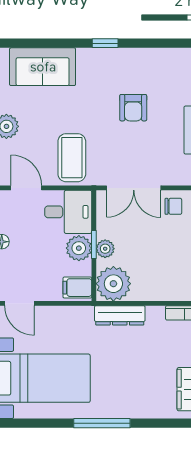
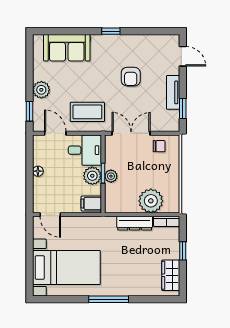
coffee table: (72, 158) -> (87, 112), turned 90
double door: (134, 188) -> (131, 133), swing flipped
plant: (113, 284) -> (151, 201), moved
dresser: (120, 315) -> (135, 223), moved

